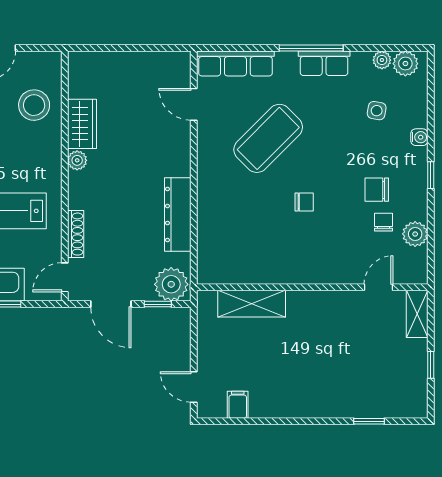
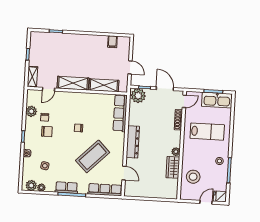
dresser: (178, 215) -> (133, 142), moved
row of seats: (211, 242) -> (120, 113), added
shelving: (323, 304) -> (73, 83), added
door: (194, 387) -> (130, 67), moved

